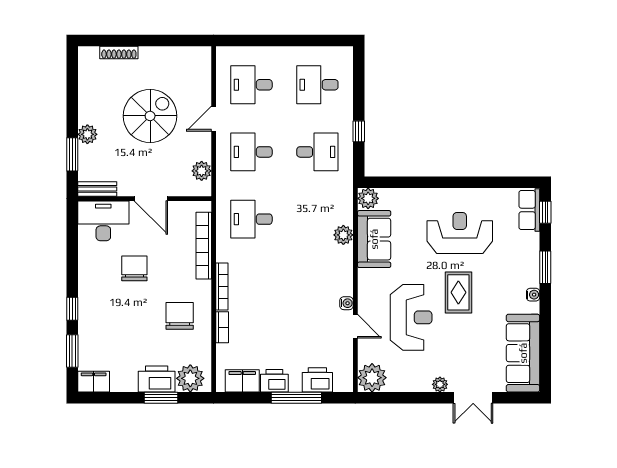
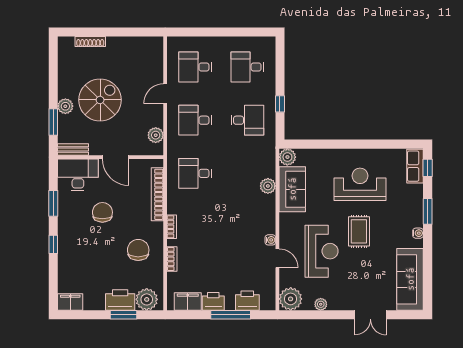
spiral stairs: (150, 116) -> (100, 100), moved
bookcase: (222, 287) -> (172, 227), width x0.64
window: (72, 351) -> (53, 203), moved
plant: (440, 384) -> (321, 304), moved

